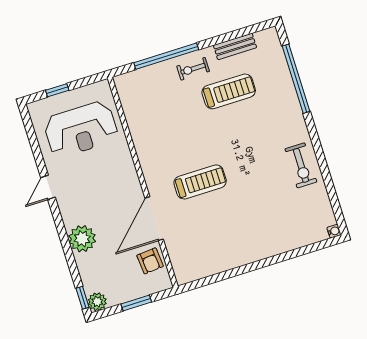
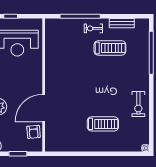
treadmill: (200, 182) -> (103, 124), moved

